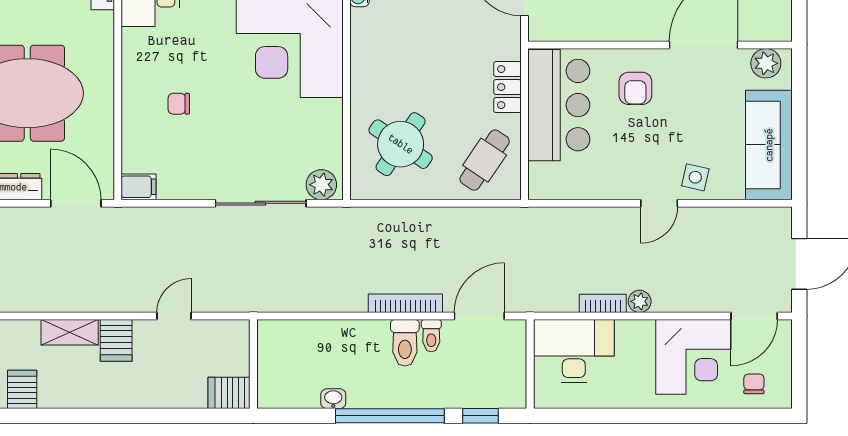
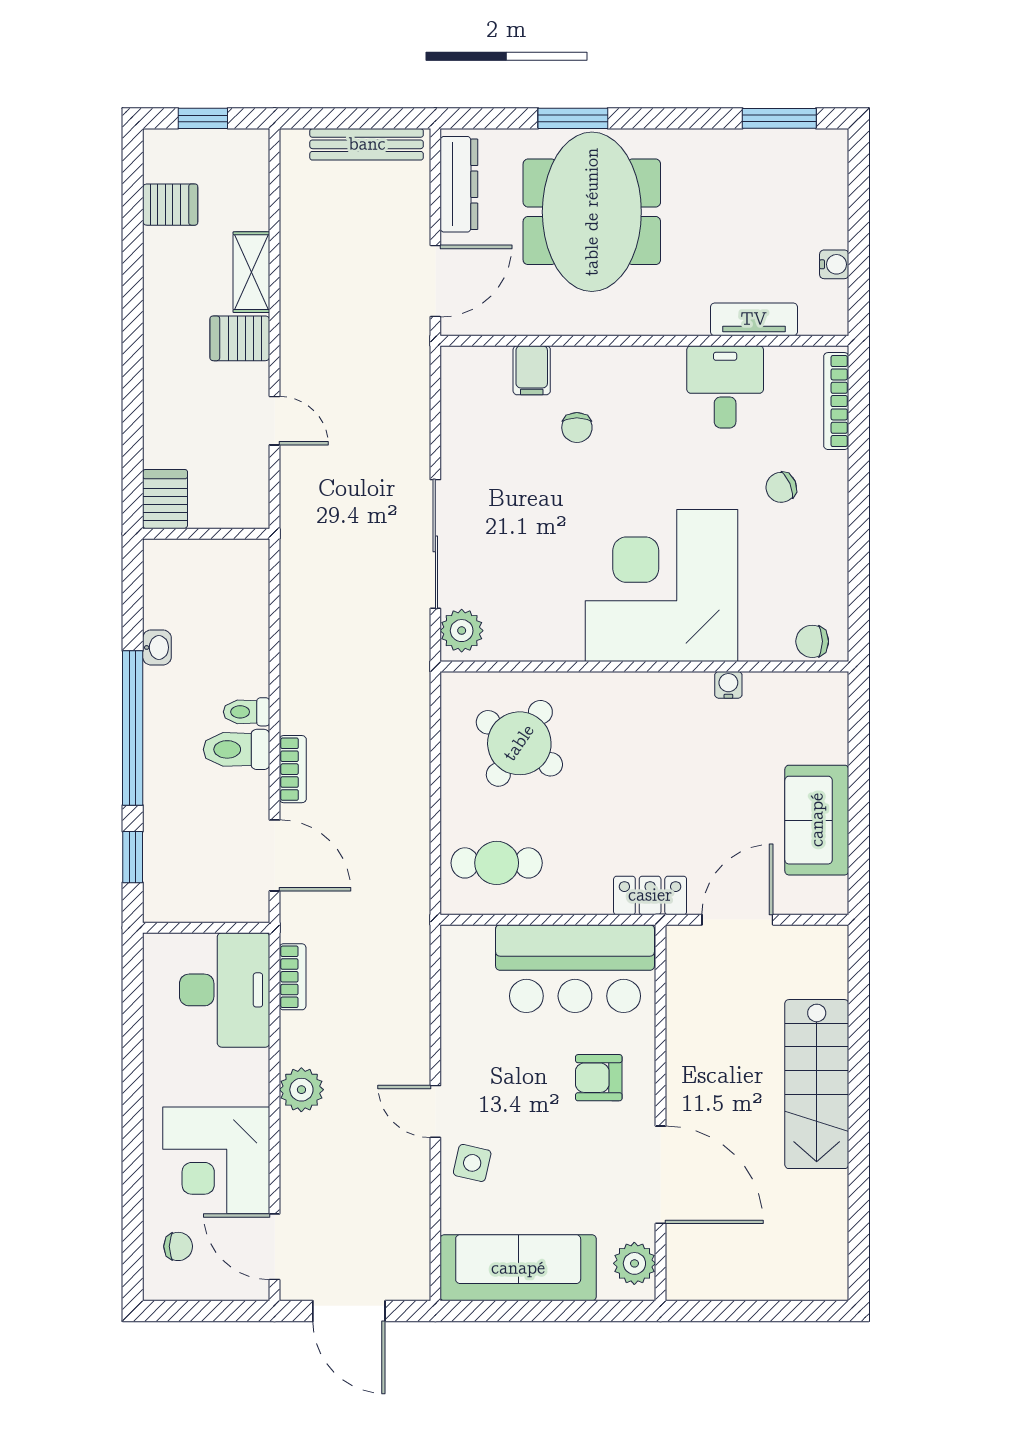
locker: (507, 87) -> (650, 895), moved
chair: (179, 104) -> (577, 428), turned 180
cafe table: (485, 160) -> (497, 863), turned -34
filing cabinet: (139, 187) -> (532, 370), moved
plant: (640, 301) -> (301, 1090), width x1.38, depth x1.38
bookcase: (405, 303) -> (293, 769), width x0.64
bookcase: (603, 303) -> (293, 977), moved
toilet: (431, 336) -> (247, 712), moved

